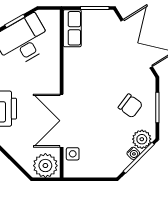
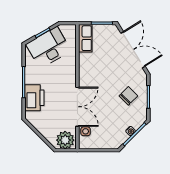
chair: (130, 106) -> (128, 96), turned -82
double door: (62, 121) -> (77, 107), swing flipped
plant: (142, 139) -> (137, 120), removed

